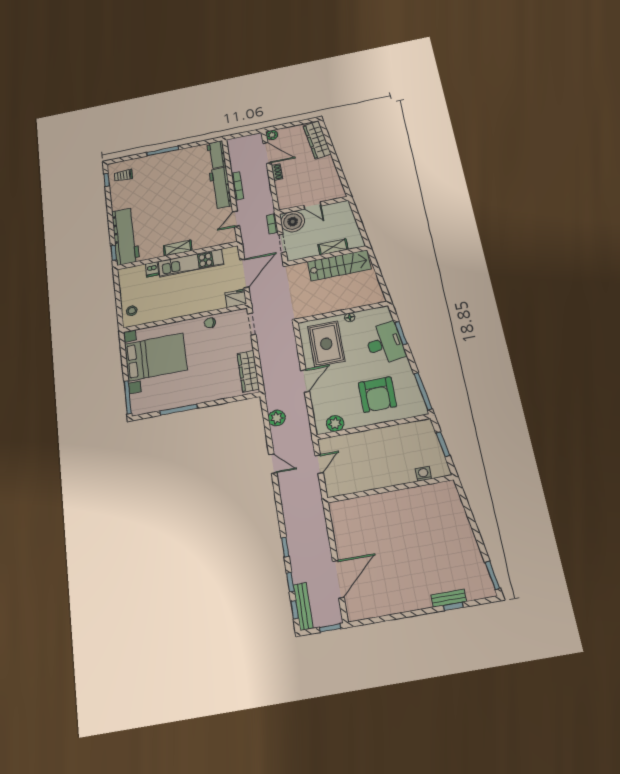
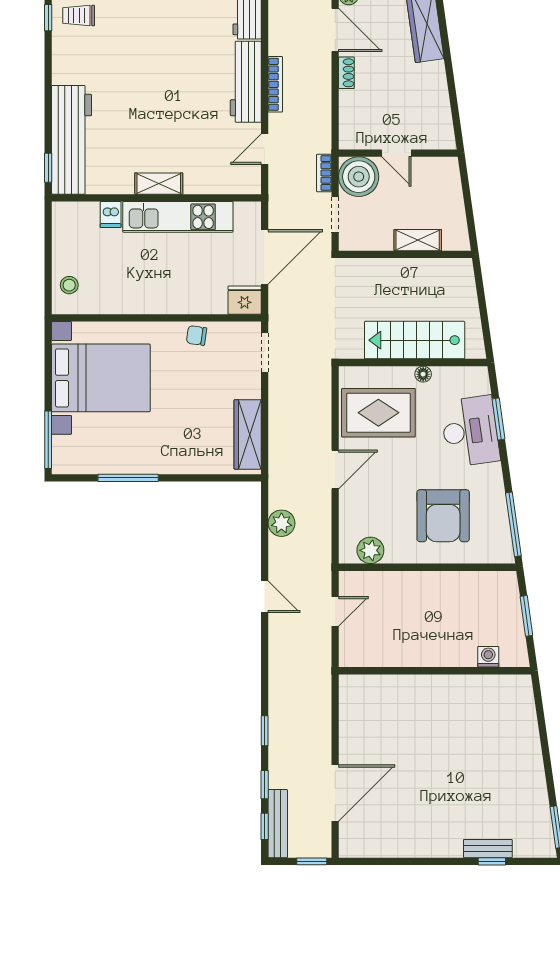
stairs: (339, 265) -> (415, 340), moved, turned 180
rug: (326, 344) -> (378, 413), turned 90

